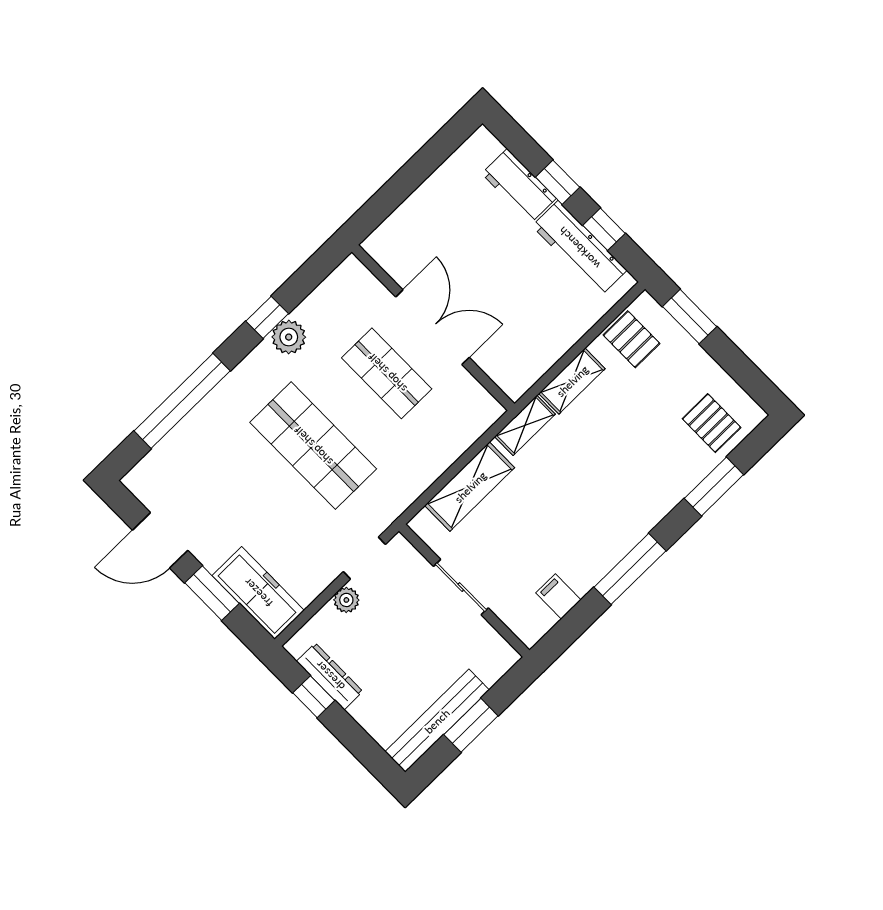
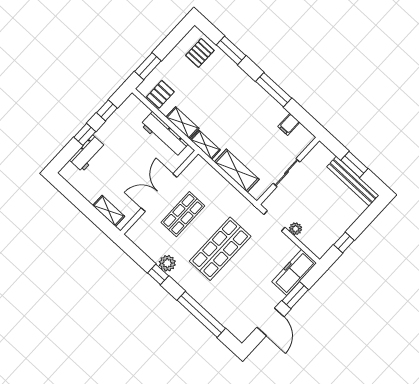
shelving: (400, 223) -> (109, 211), added
workbench: (579, 248) -> (164, 134), moved, turned 90
dresser: (330, 676) -> (334, 235), removed

